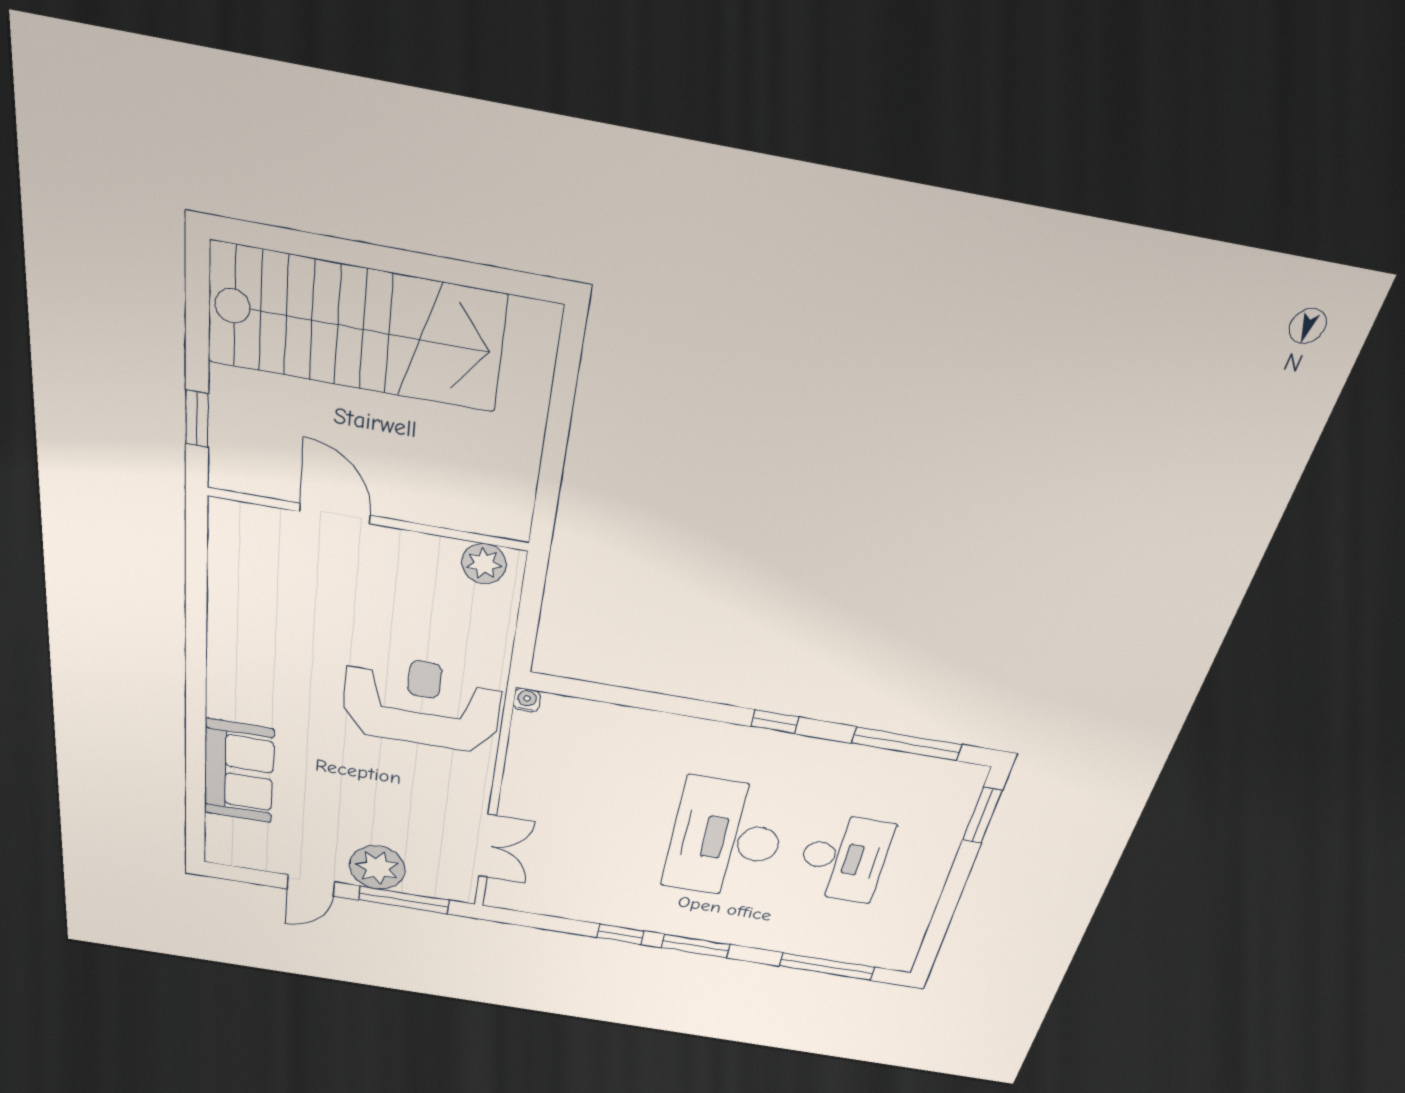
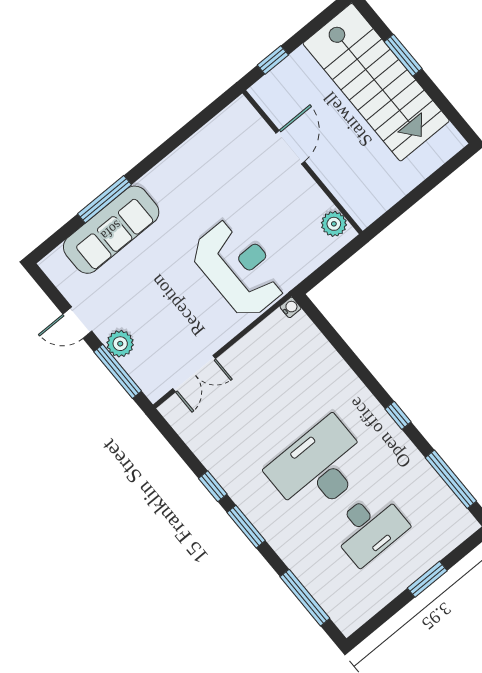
window: (354, 253) -> (403, 55), added
window: (196, 746) -> (104, 199), added
sofa: (239, 771) -> (111, 230), width x1.36
window: (982, 815) -> (427, 579), moved
plant: (377, 868) -> (120, 344), width x0.73, depth x0.73

